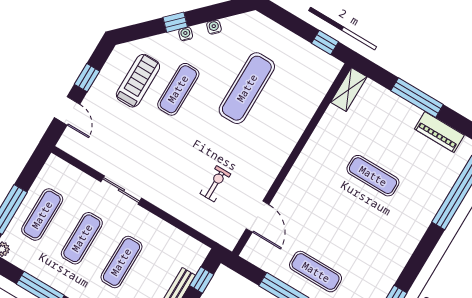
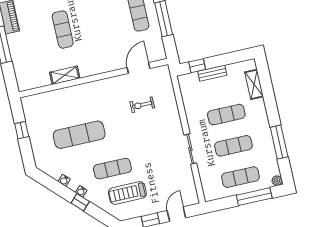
window: (325, 43) -> (22, 130), moved
shelving: (349, 89) -> (65, 75), moved

